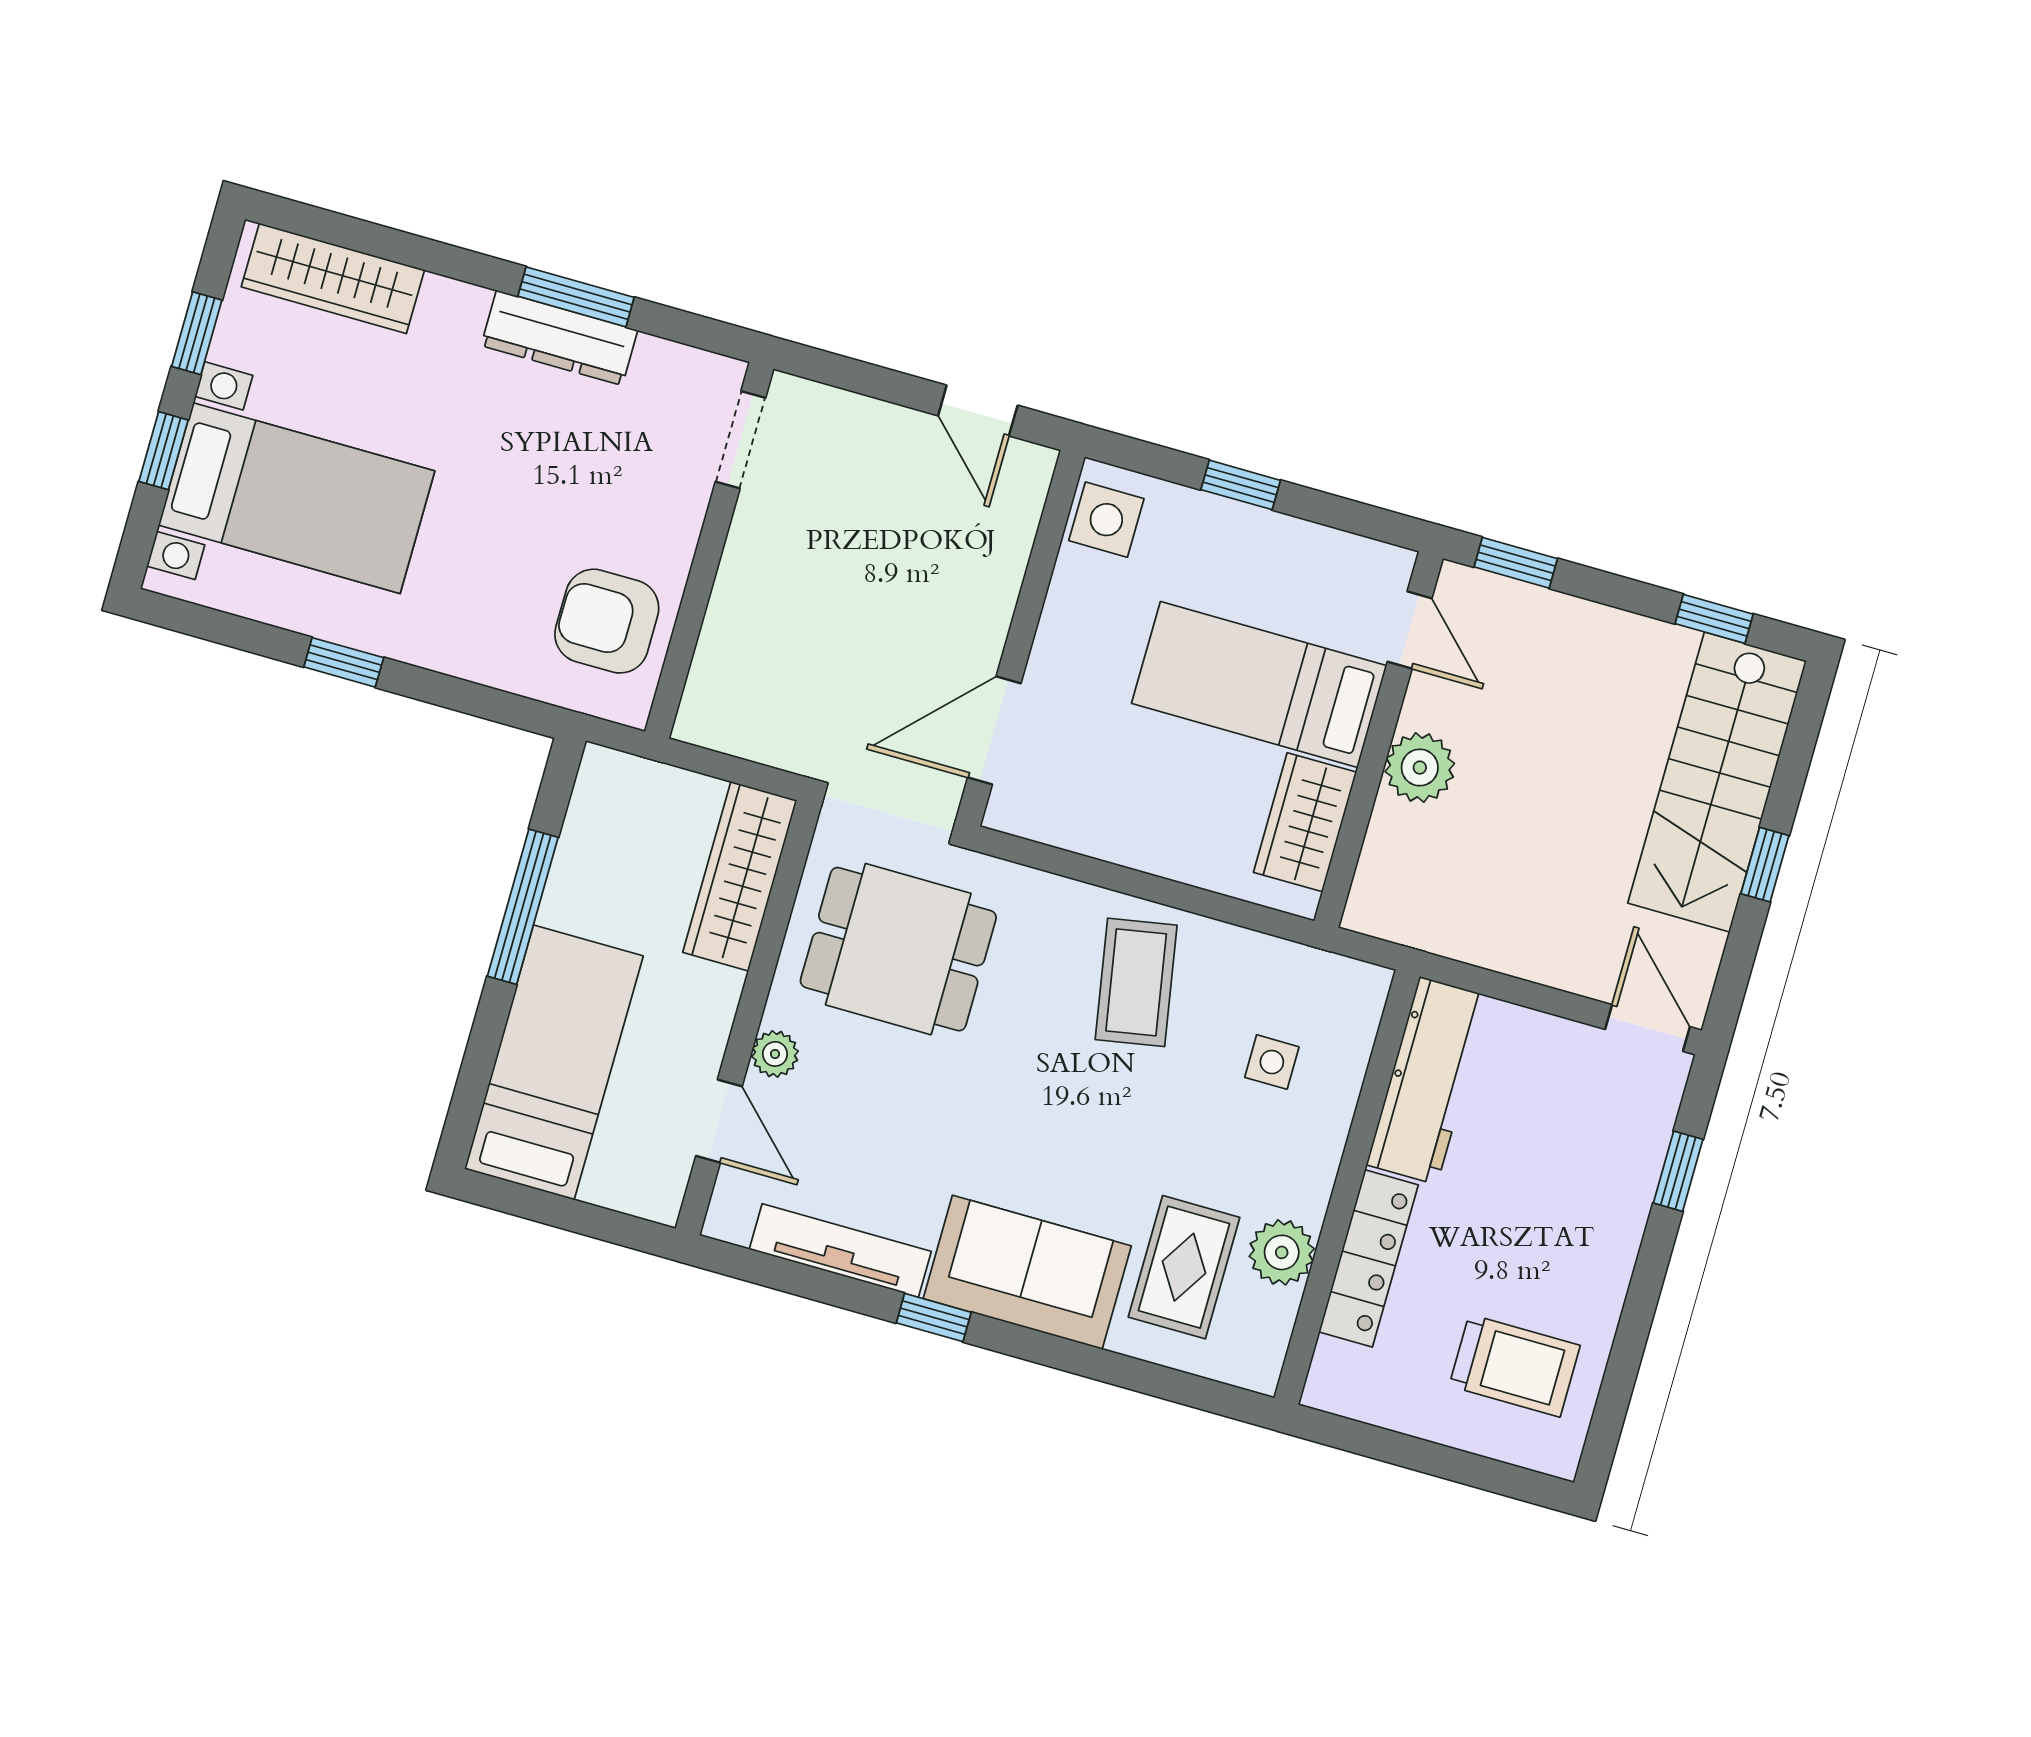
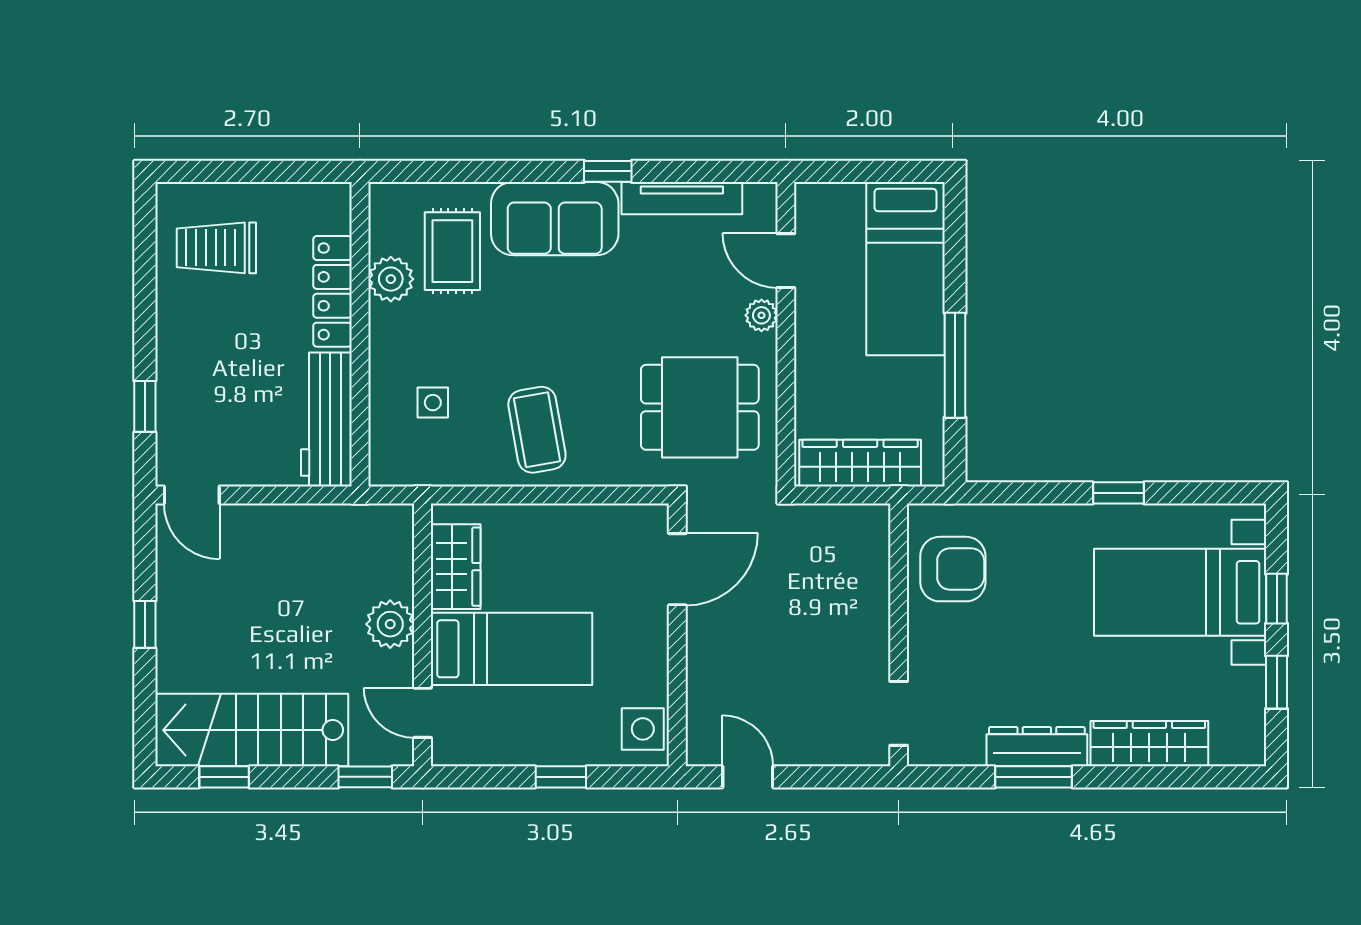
wardrobe: (333, 278) -> (1149, 744), moved
stairs: (1717, 782) -> (252, 730), moved, turned -90
wardrobe: (740, 876) -> (860, 463), moved, turned -90

